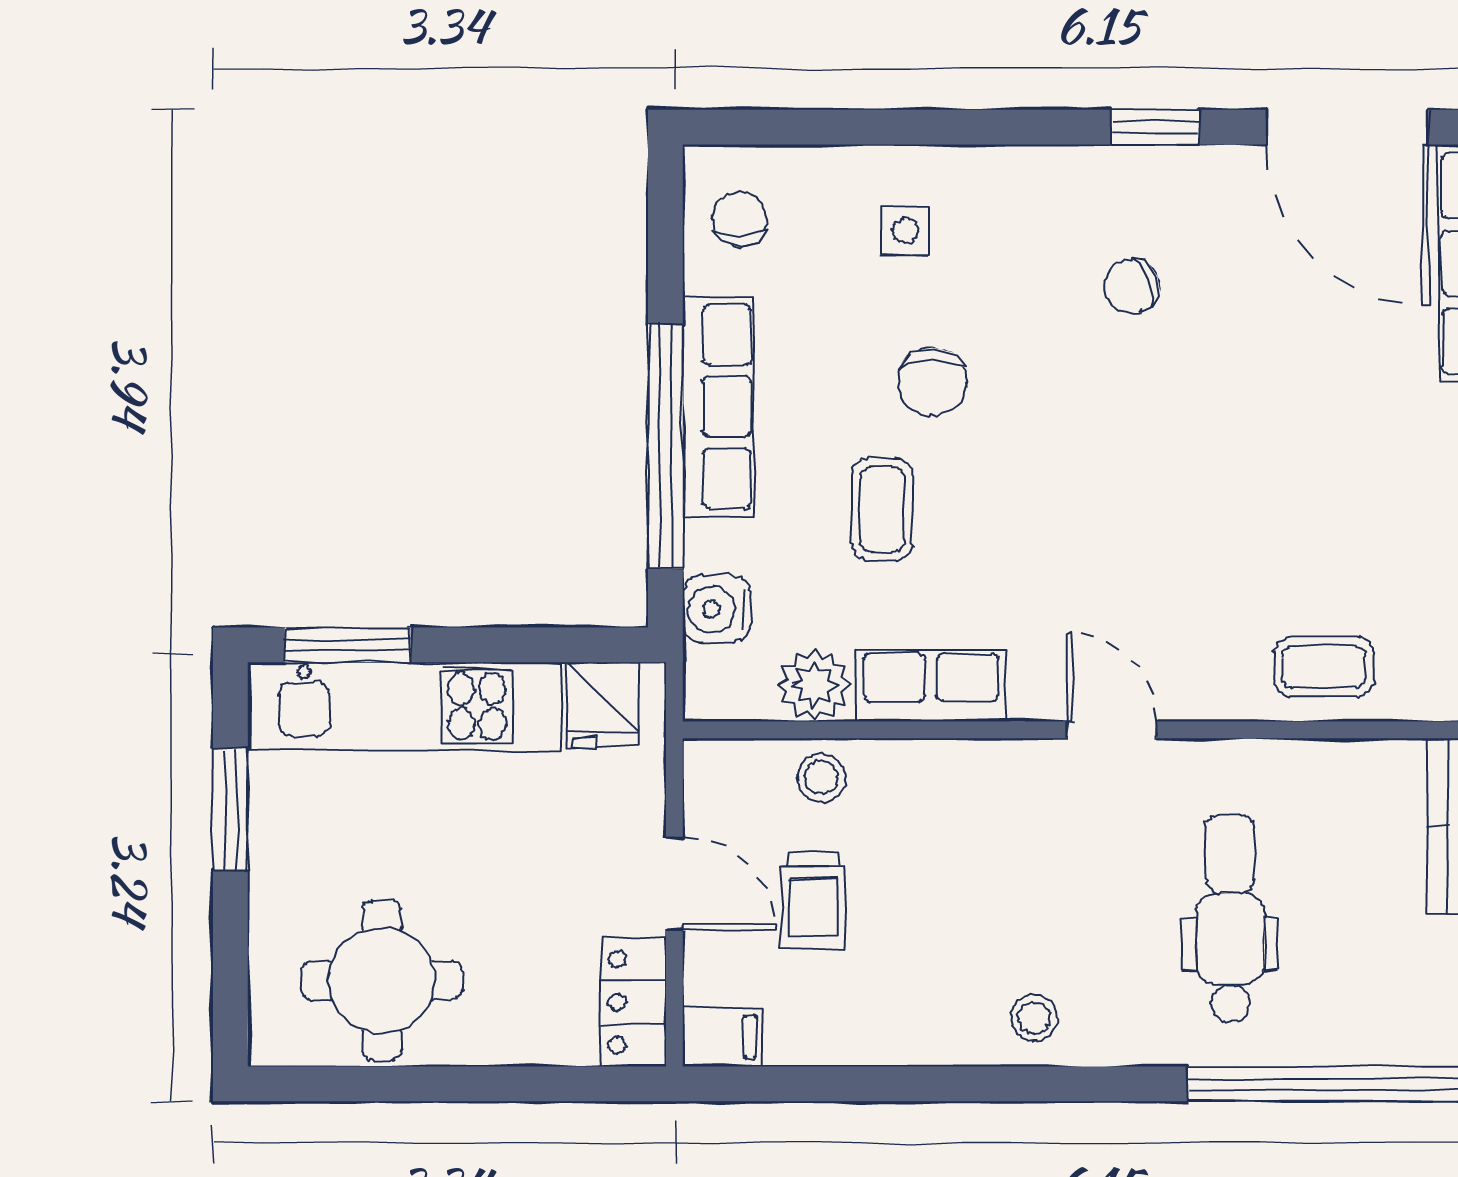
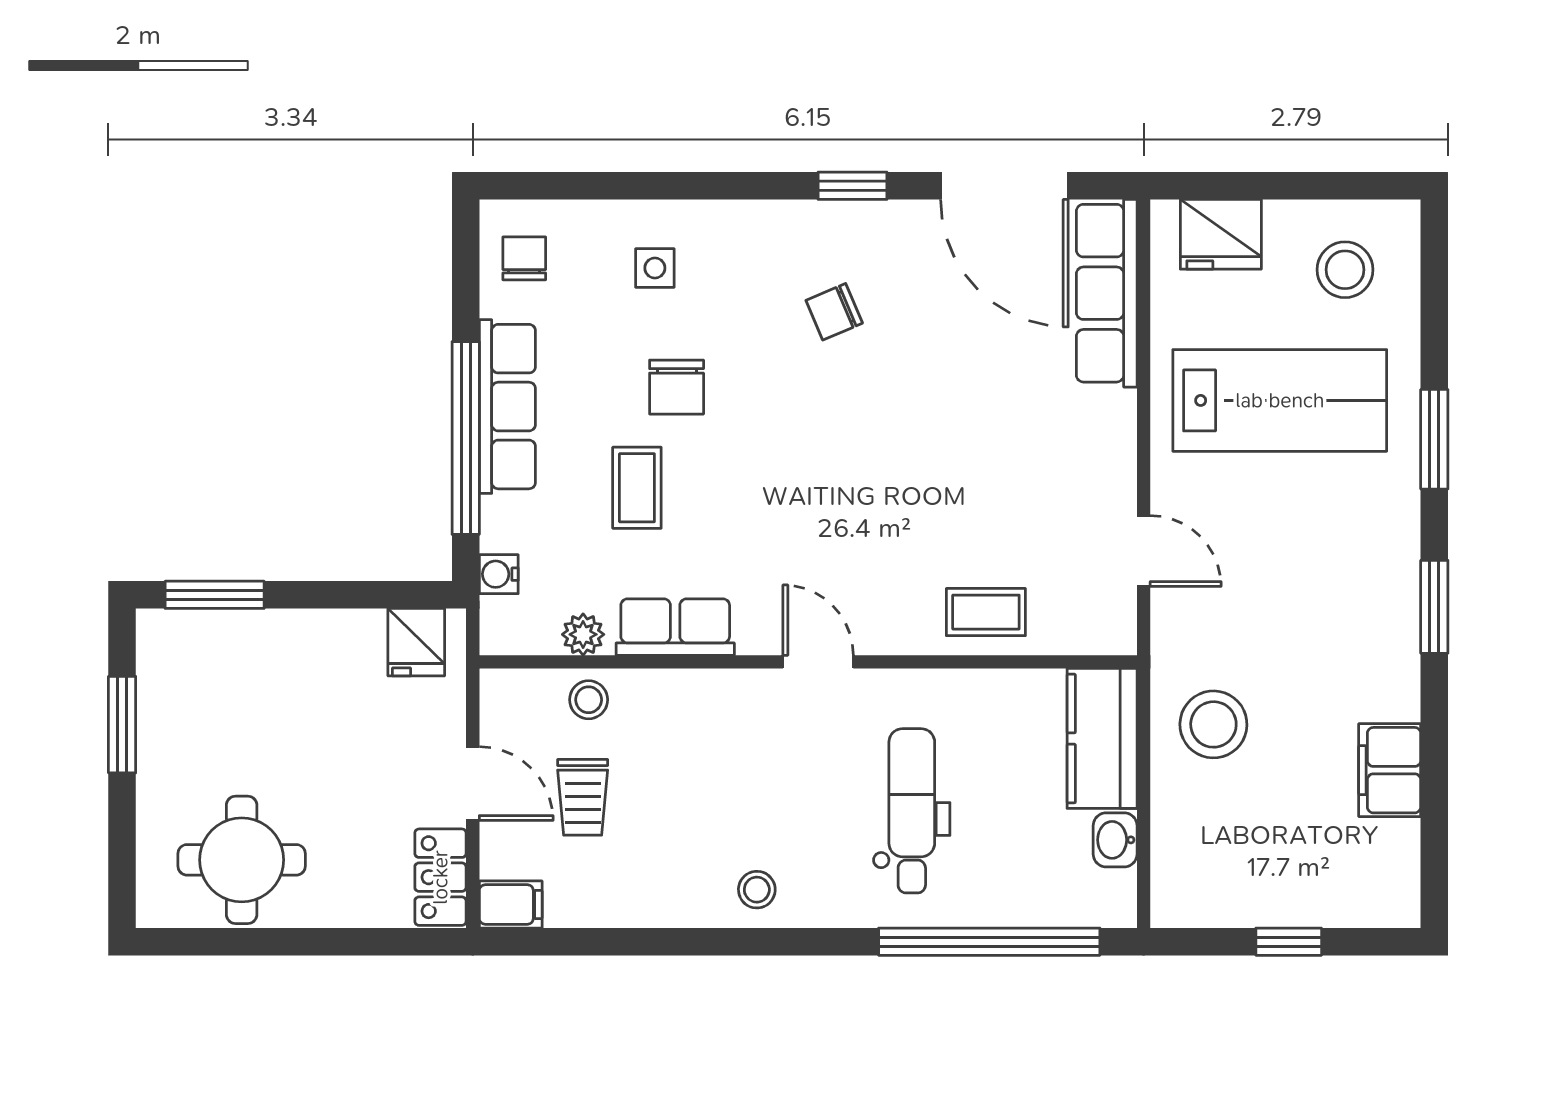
water cooler: (717, 609) -> (499, 574), width x0.72, depth x0.72
plant: (814, 685) -> (583, 634), width x0.73, depth x0.73
kitchen unit: (405, 706) -> (260, 643), removed

